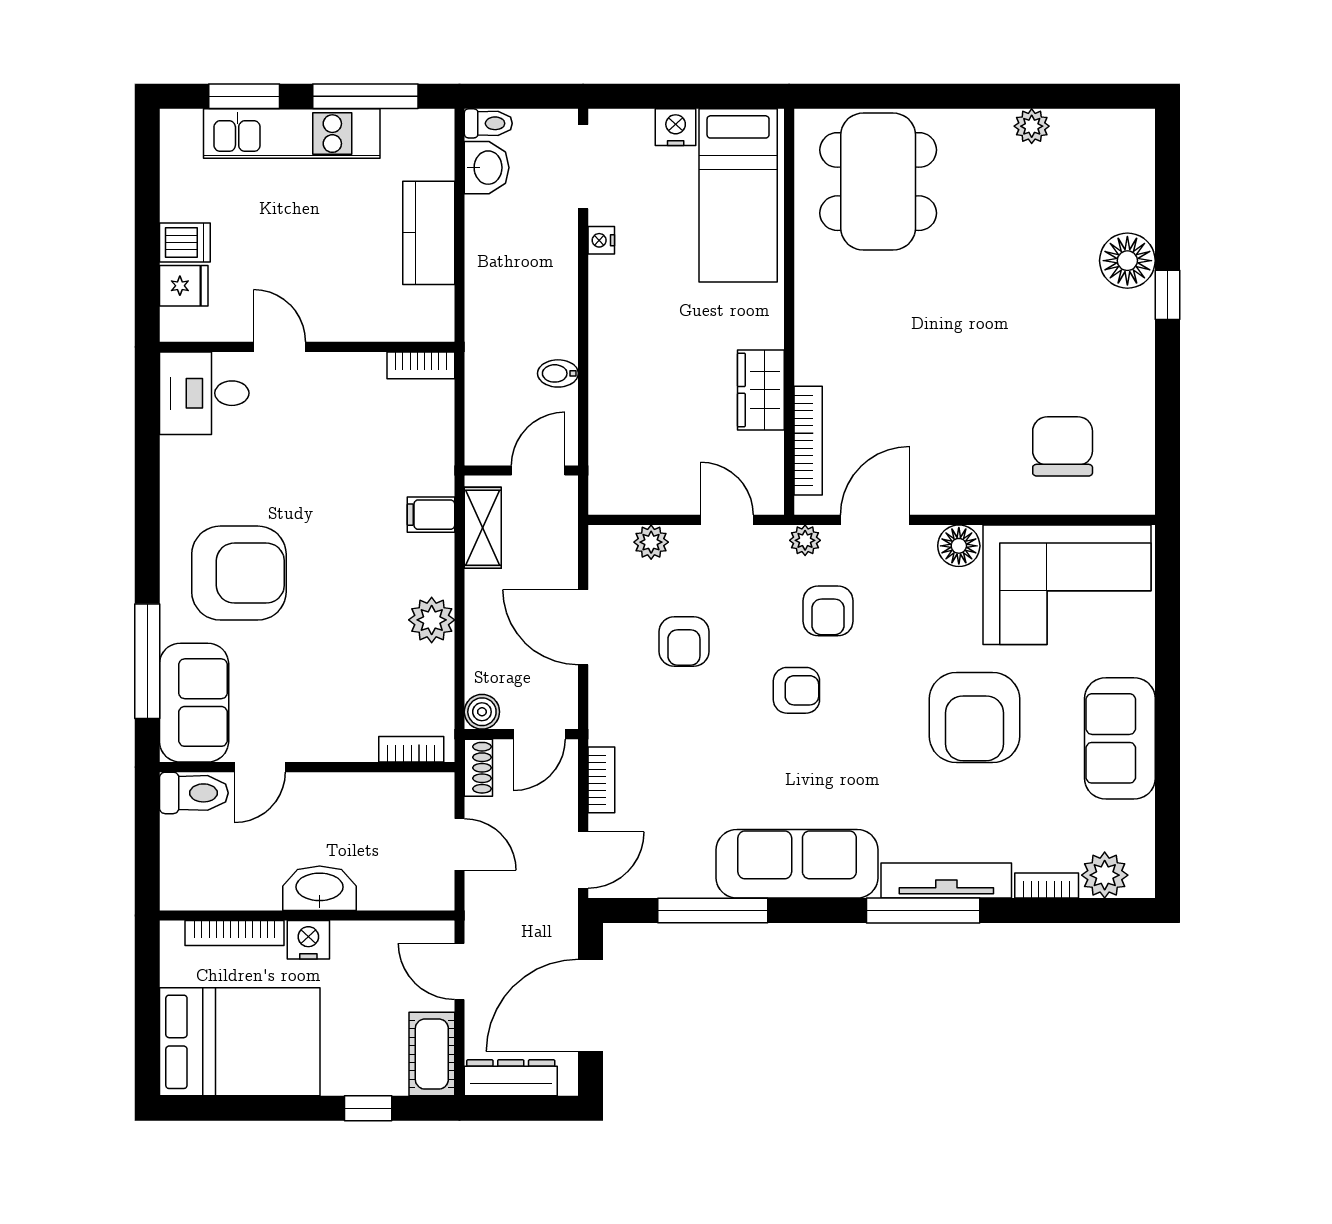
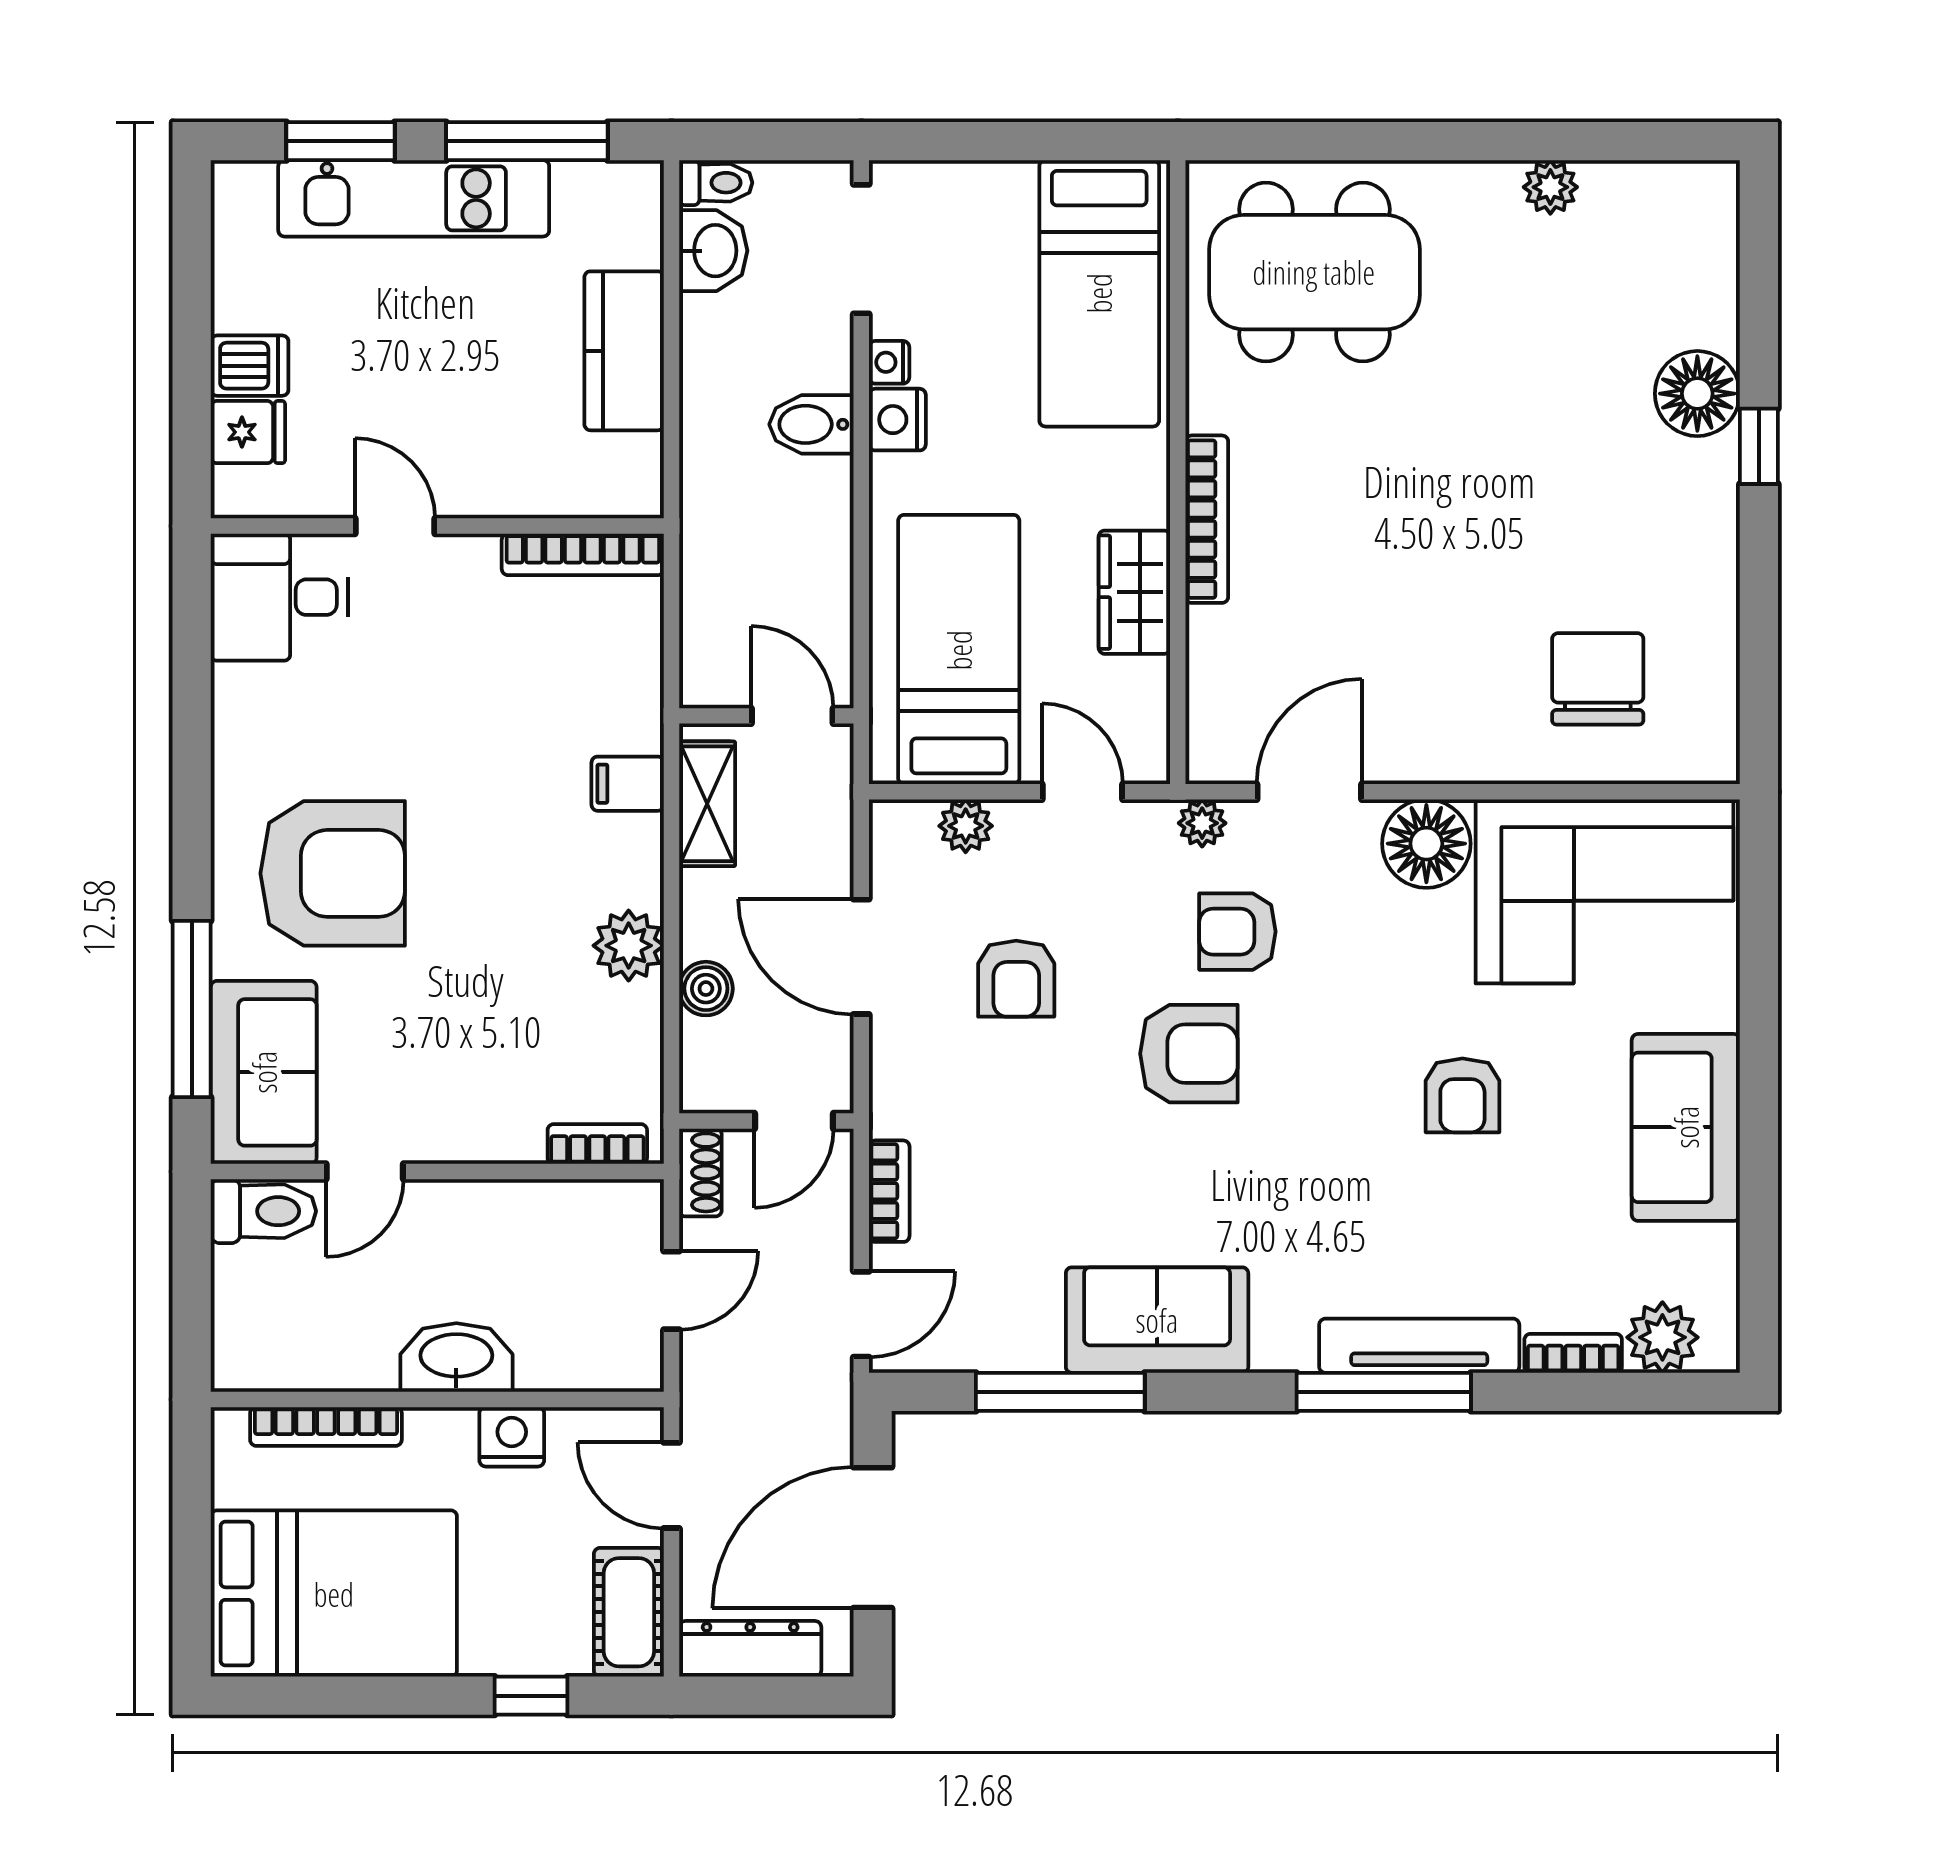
nightstand: (676, 127) -> (897, 420), moved, turned -90
dining table: (878, 182) -> (1314, 272), turned 90
bookcase: (421, 365) -> (583, 554), width x1.56
bidet: (558, 373) -> (811, 424), moved, width x1.38, depth x1.36
bed: (647, 427) -> (959, 650), added
bookcase: (808, 441) -> (1207, 519), moved
door: (538, 470) -> (792, 716), hinge flipped
floor lamp: (959, 546) -> (1426, 844), width x1.38, depth x1.38
armchair: (828, 611) -> (1237, 932), turned 90
armchair: (796, 690) -> (1189, 1054), width x1.38, depth x1.38
boiler: (482, 712) -> (706, 989), moved
armchair: (974, 718) -> (1462, 1095), width x0.53, depth x0.53
door: (460, 844) -> (671, 1290), hinge flipped
sofa: (797, 864) -> (1157, 1320), width x0.73
nightstand: (308, 940) -> (512, 1437), moved

